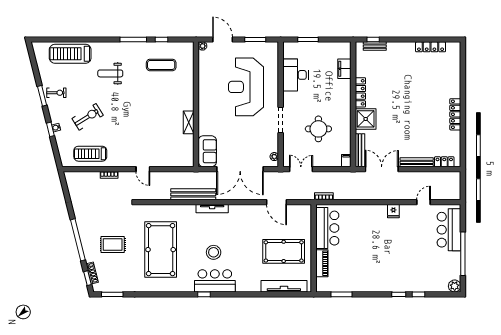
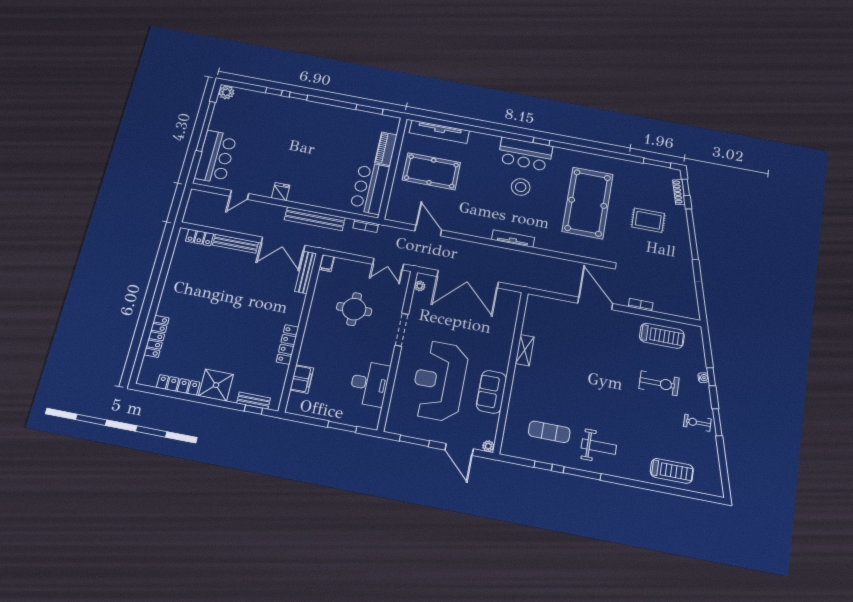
treadmill: (70, 54) -> (672, 471), width x0.73, depth x0.73
weight bench: (110, 73) -> (599, 447), moved
reception desk: (246, 87) -> (439, 381), turned 180
locker: (455, 114) -> (157, 336), moved
exercise bike: (88, 117) -> (659, 383), turned -148
shower: (366, 119) -> (216, 385), moved
sofa: (207, 151) -> (491, 392), moved
door: (143, 169) -> (595, 303), width x1.88
double door: (240, 169) -> (468, 279), swing flipped
bench: (193, 194) -> (315, 219), moved

